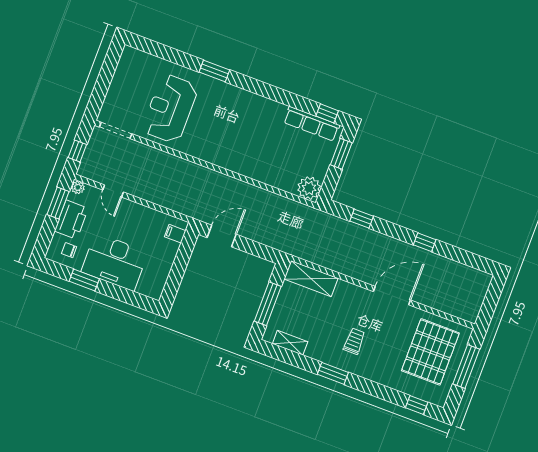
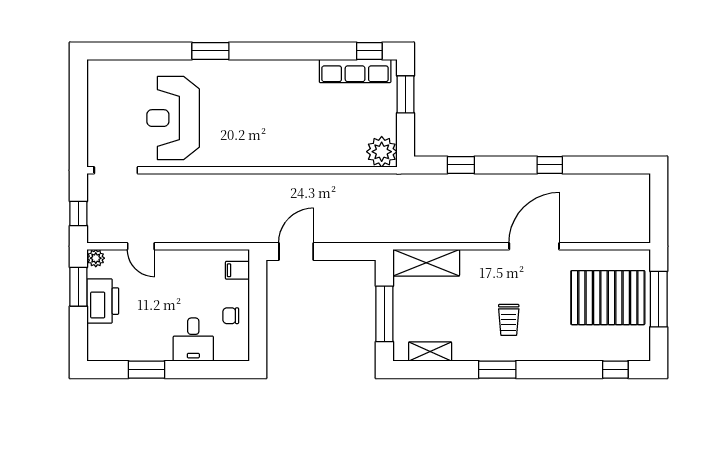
chair: (69, 250) -> (231, 316), moved
desk: (115, 262) -> (193, 340), width x0.53, depth x0.77
trolley: (354, 341) -> (509, 320), turned 180
pallet: (430, 352) -> (608, 298), turned 90

